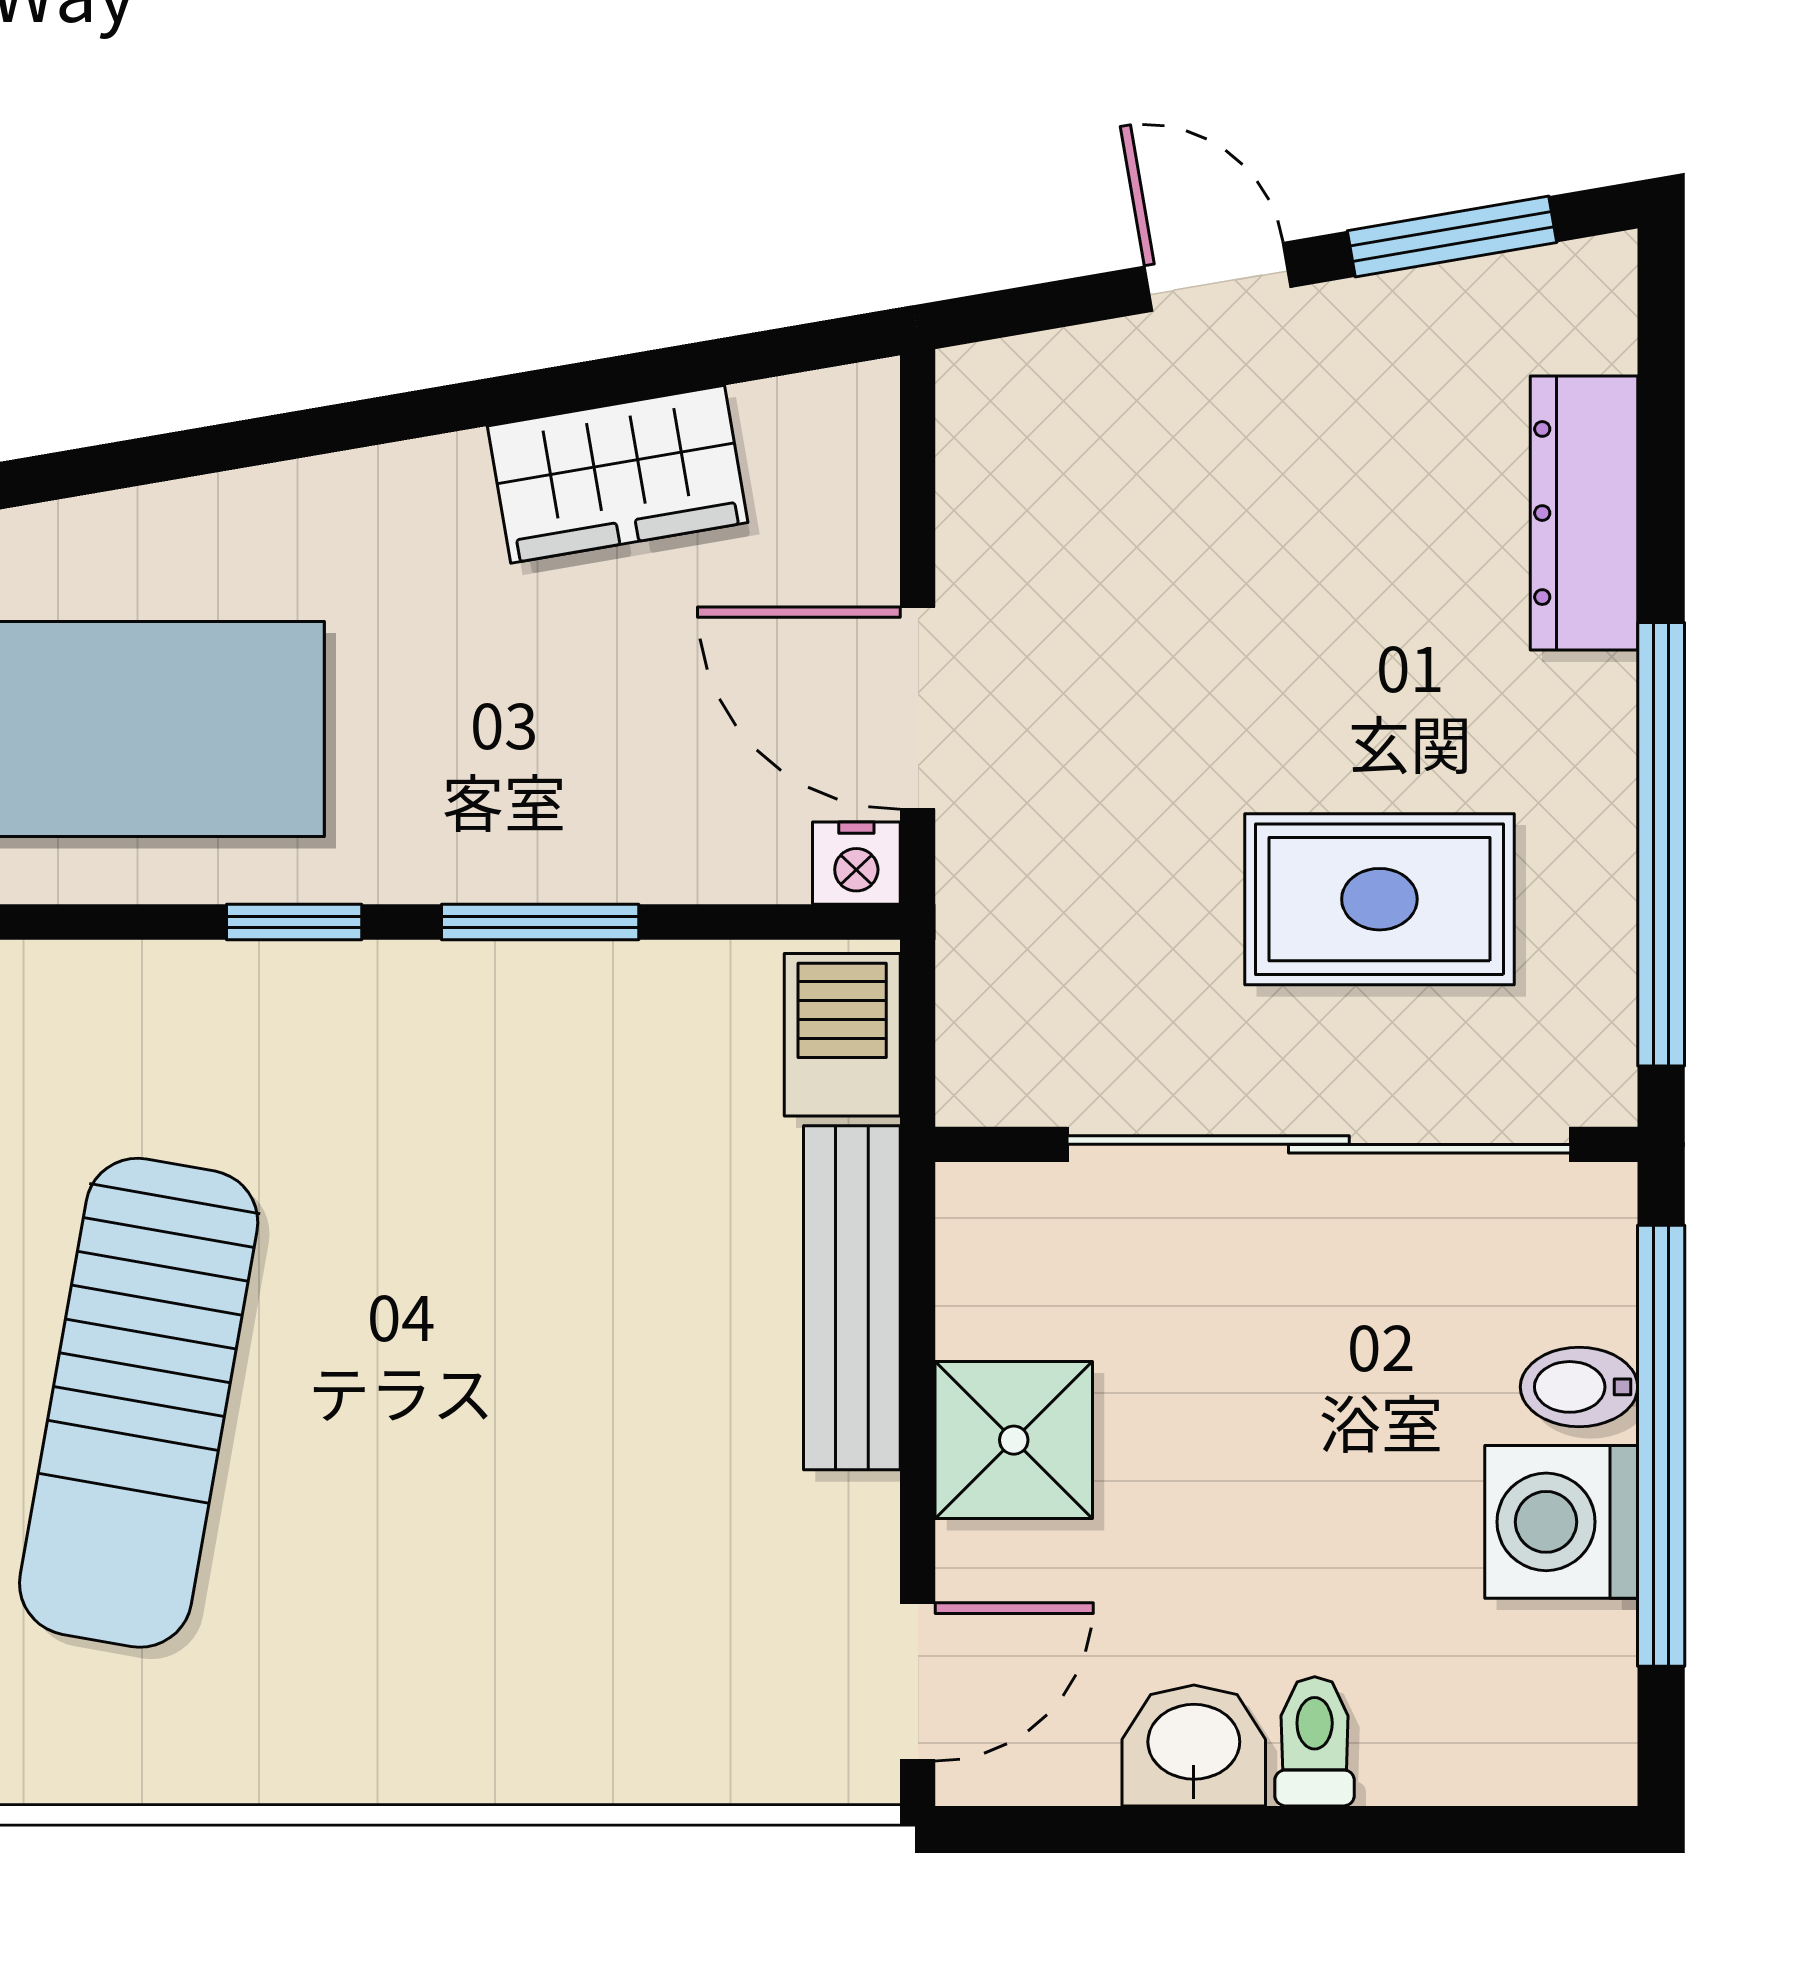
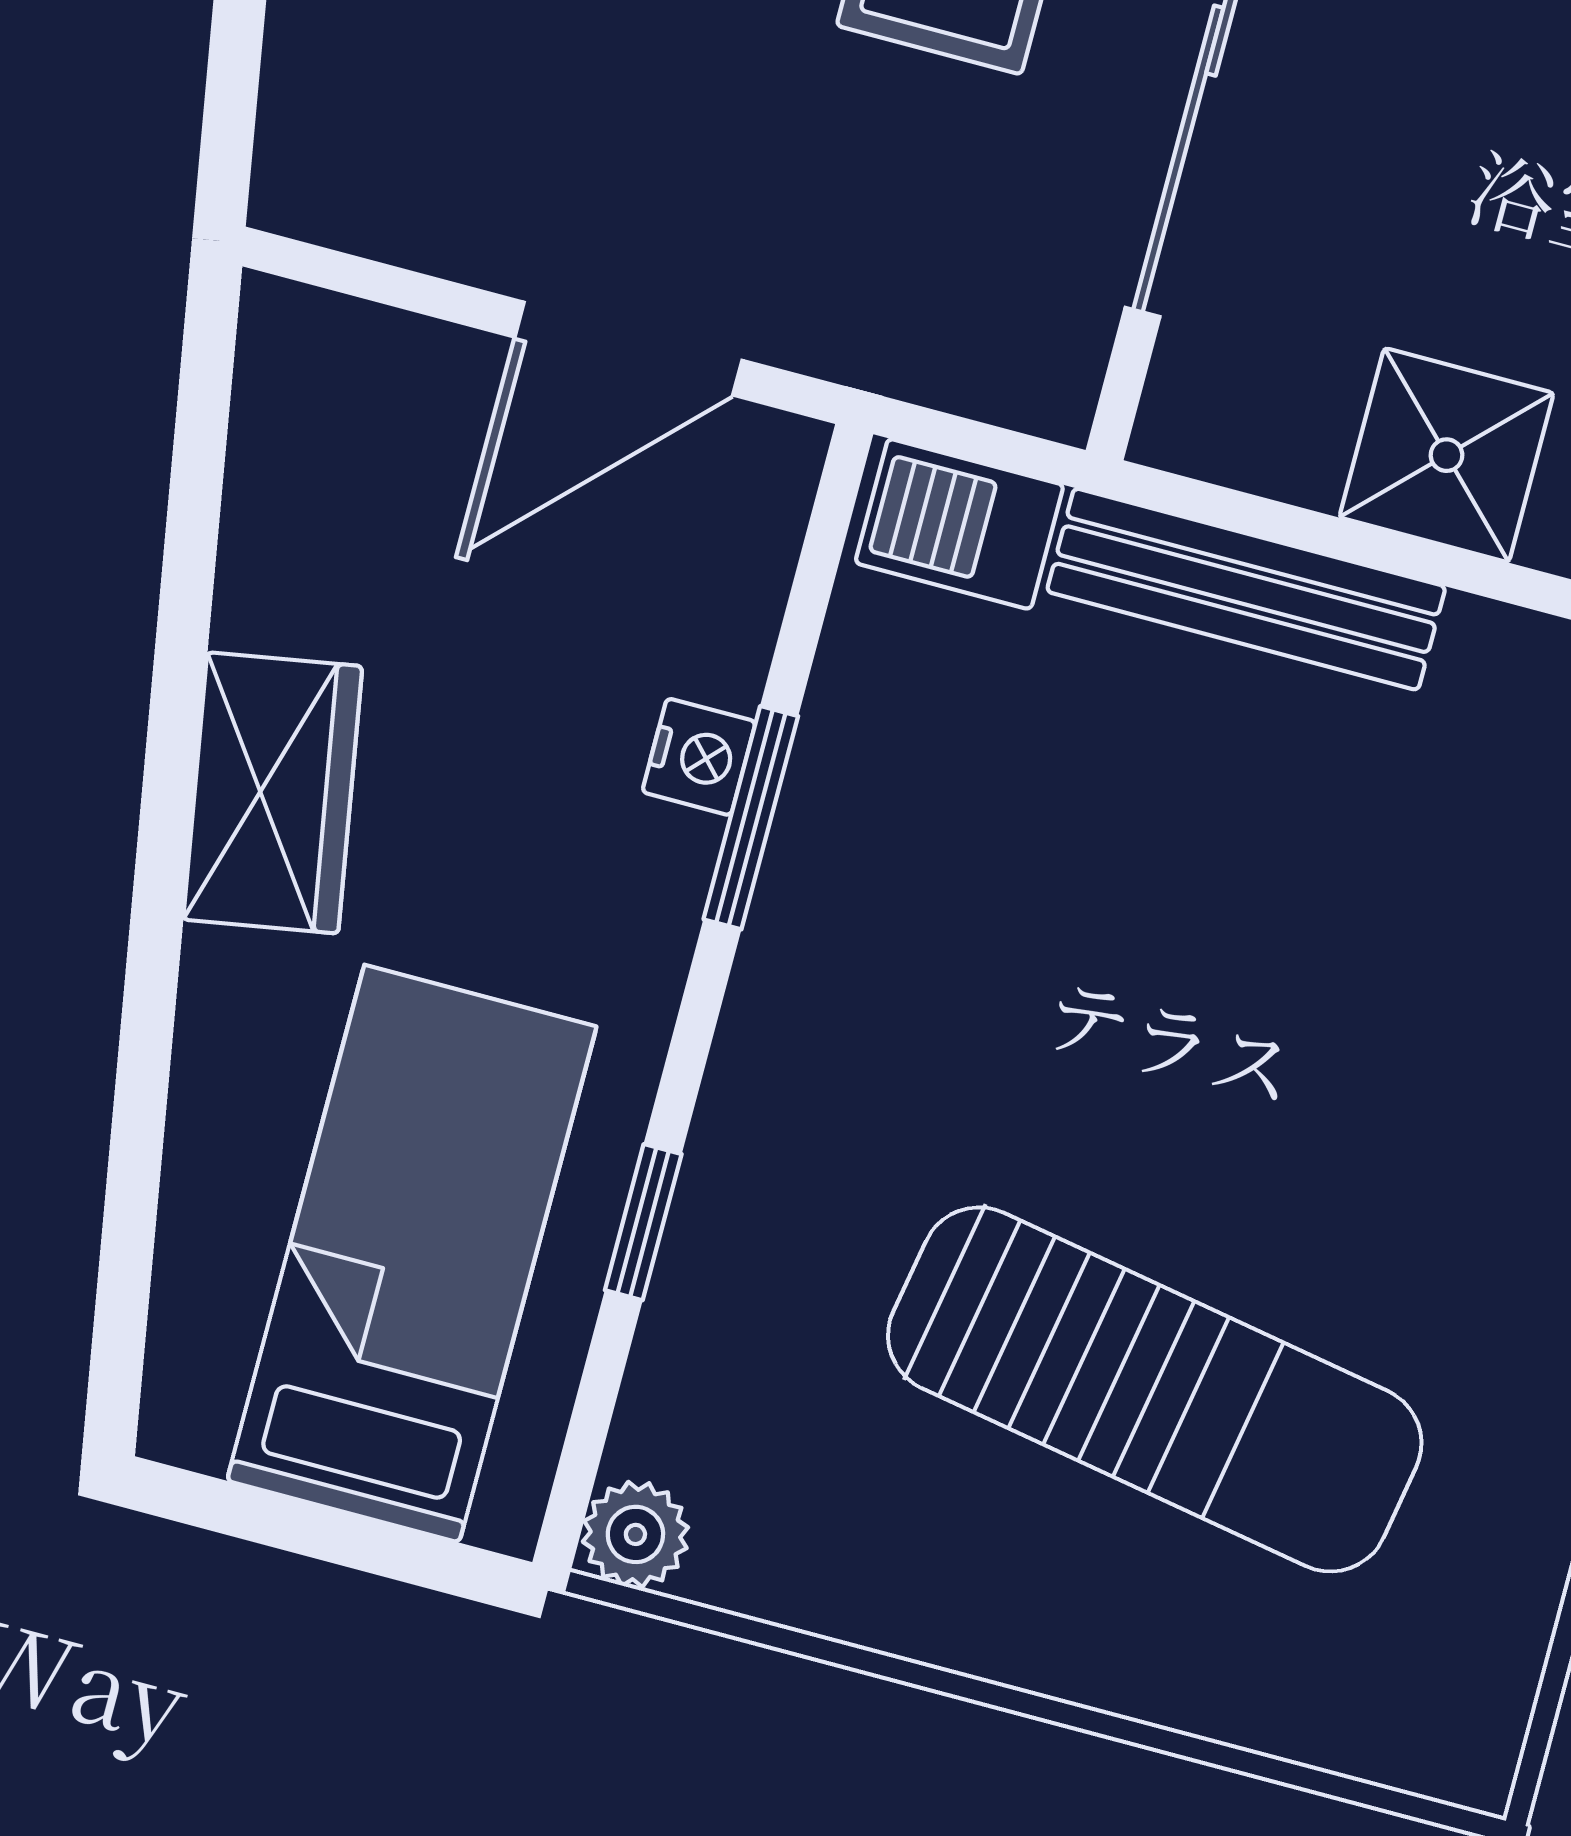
wardrobe: (618, 474) -> (273, 793), moved
nightstand: (856, 863) -> (699, 757), moved
window: (294, 922) -> (643, 1222), moved

